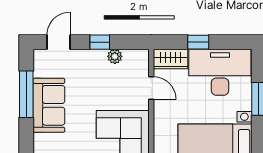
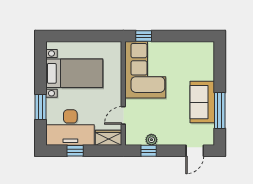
window: (100, 42) -> (149, 151), moved
window: (198, 42) -> (75, 151), moved
door: (151, 88) -> (123, 115), hinge flipped

